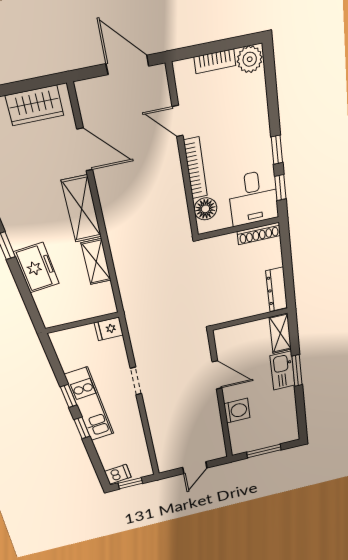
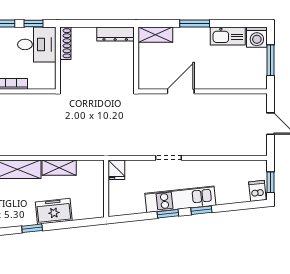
floor lamp: (205, 209) -> (37, 81), removed
kitchen sink: (282, 371) -> (228, 36), moved
washing machine: (237, 411) -> (257, 37), moved, turned 180

